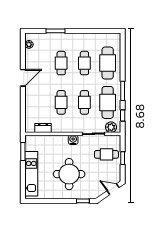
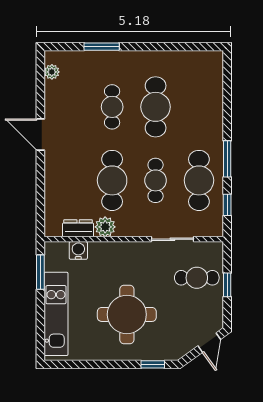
cafe table: (84, 63) -> (156, 107), width x1.37, depth x1.35
cafe table: (108, 63) -> (199, 107), removed
door: (23, 78) -> (40, 134), swing flipped
cafe table: (61, 102) -> (112, 180), width x1.37, depth x1.35
plant: (111, 127) -> (105, 227), moved
water cooler: (73, 140) -> (78, 250), moved
door: (113, 189) -> (209, 343), swing flipped

